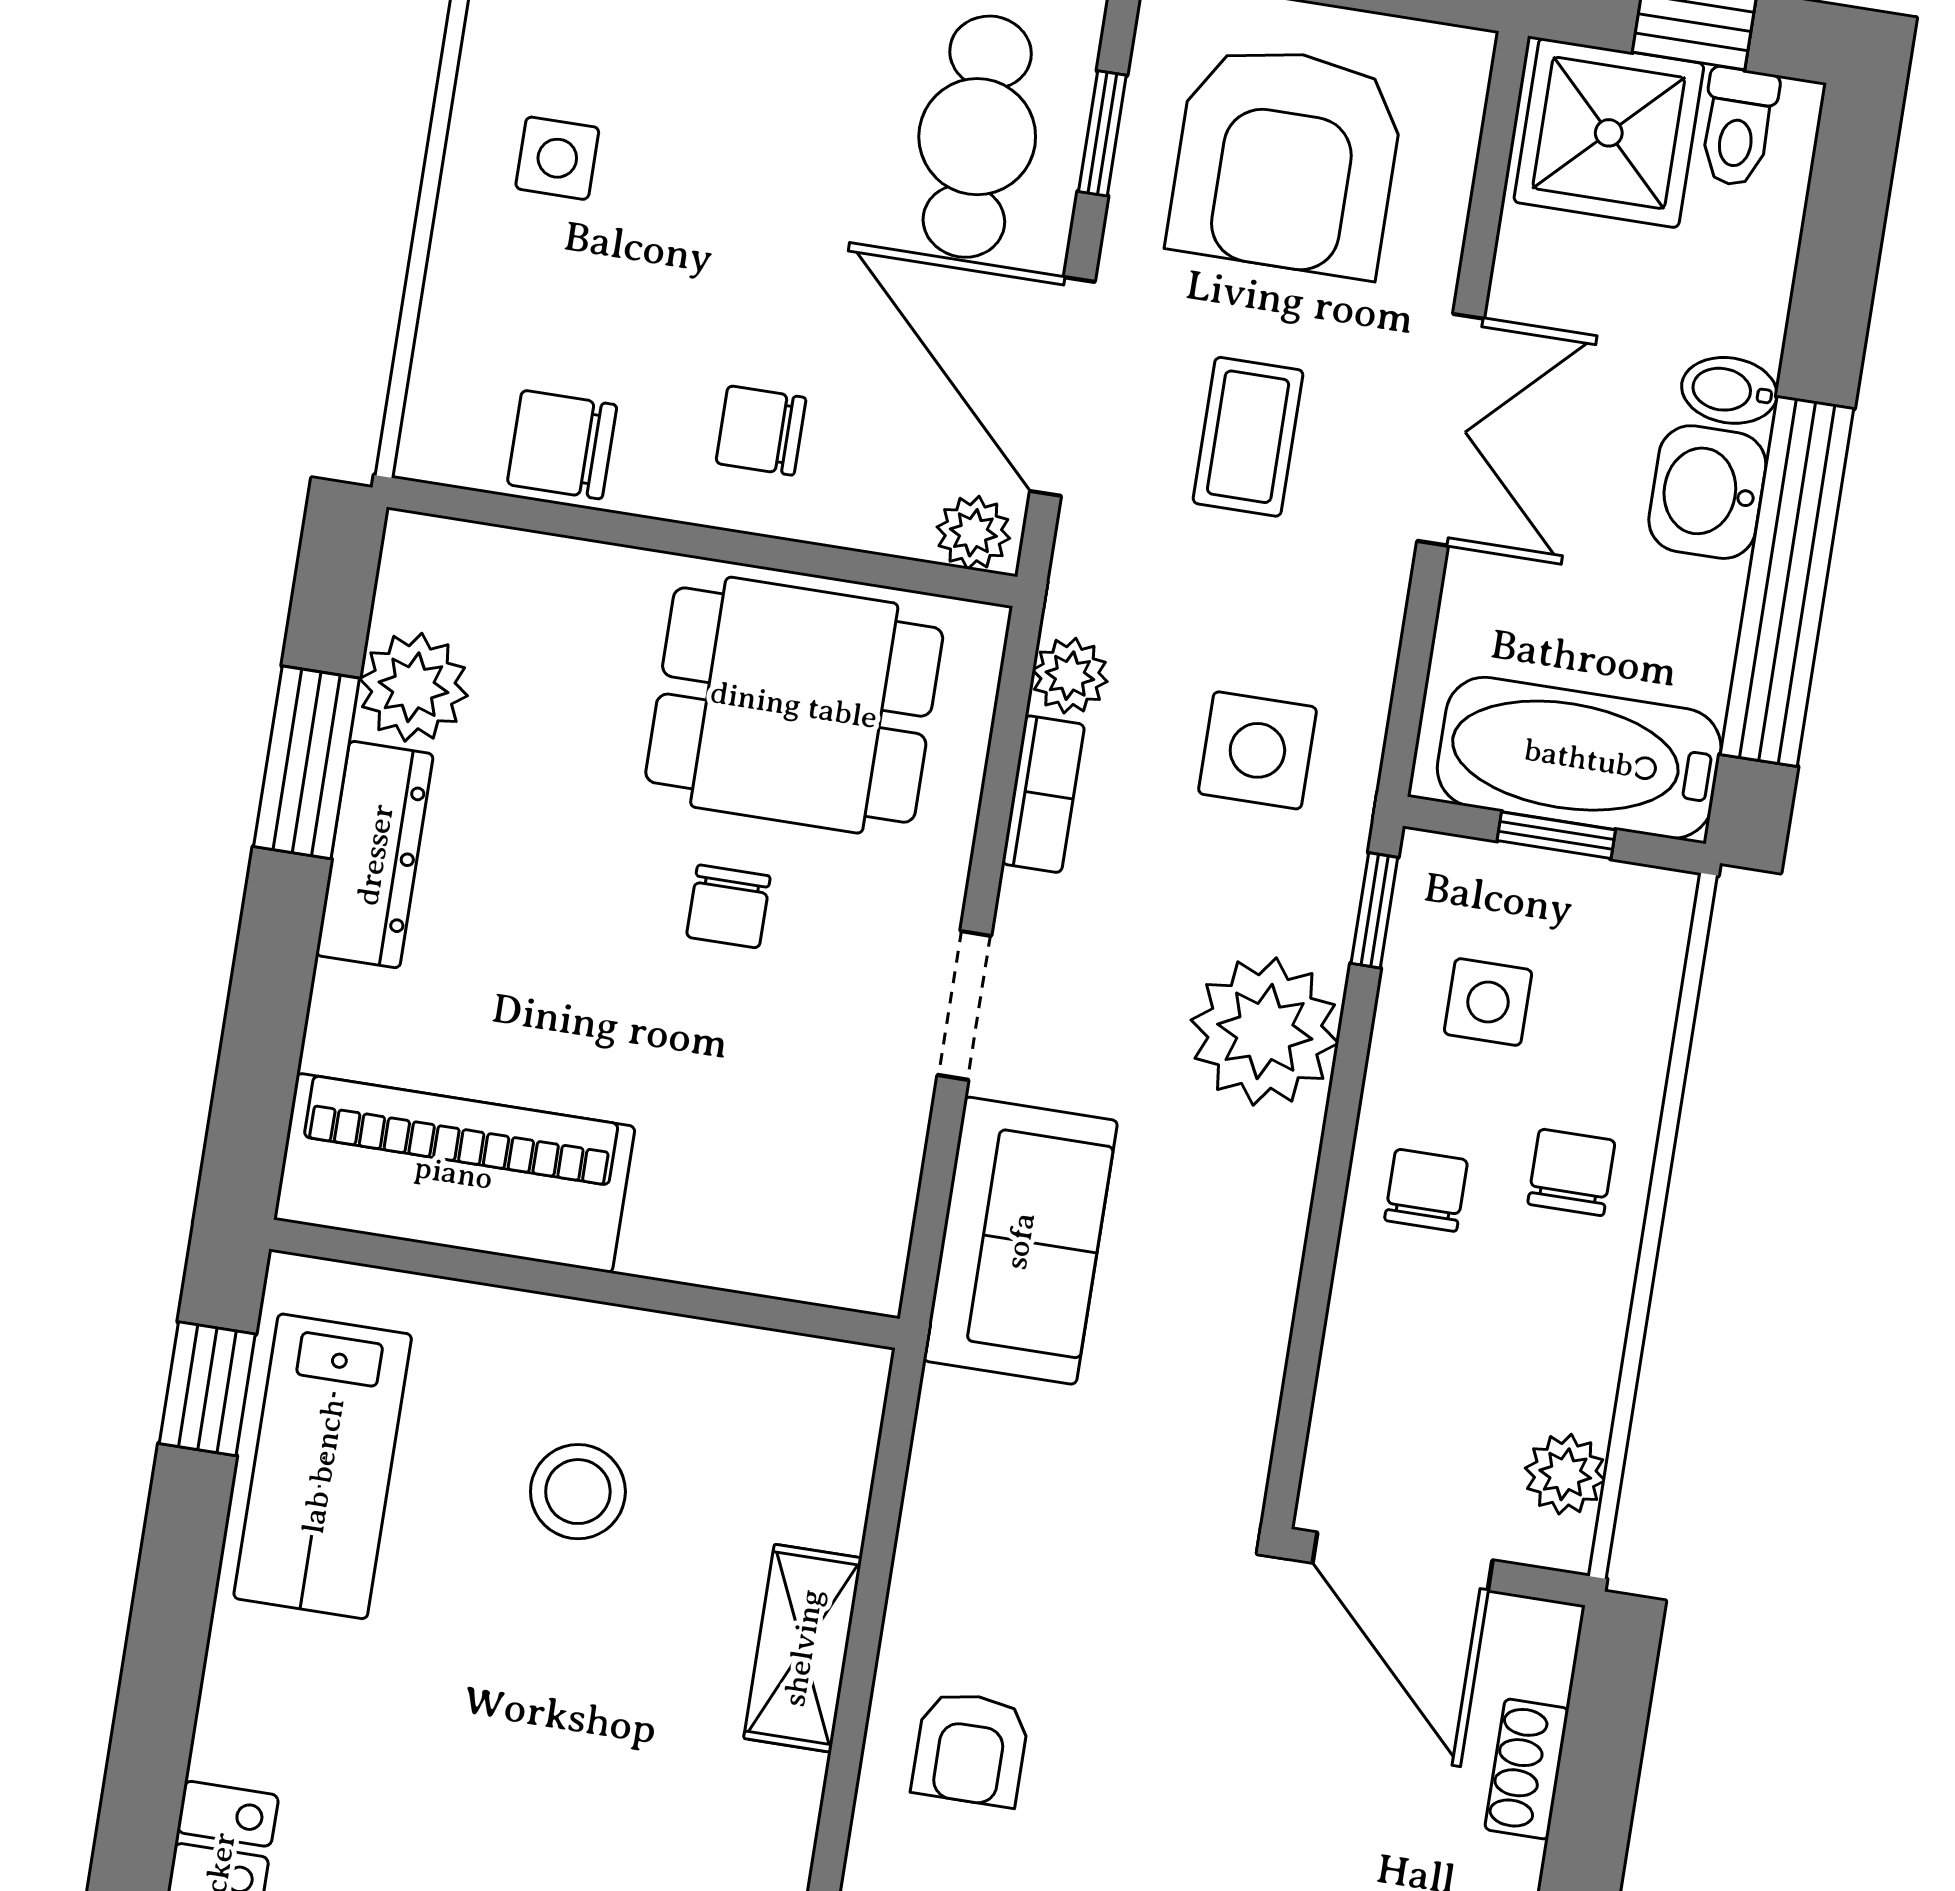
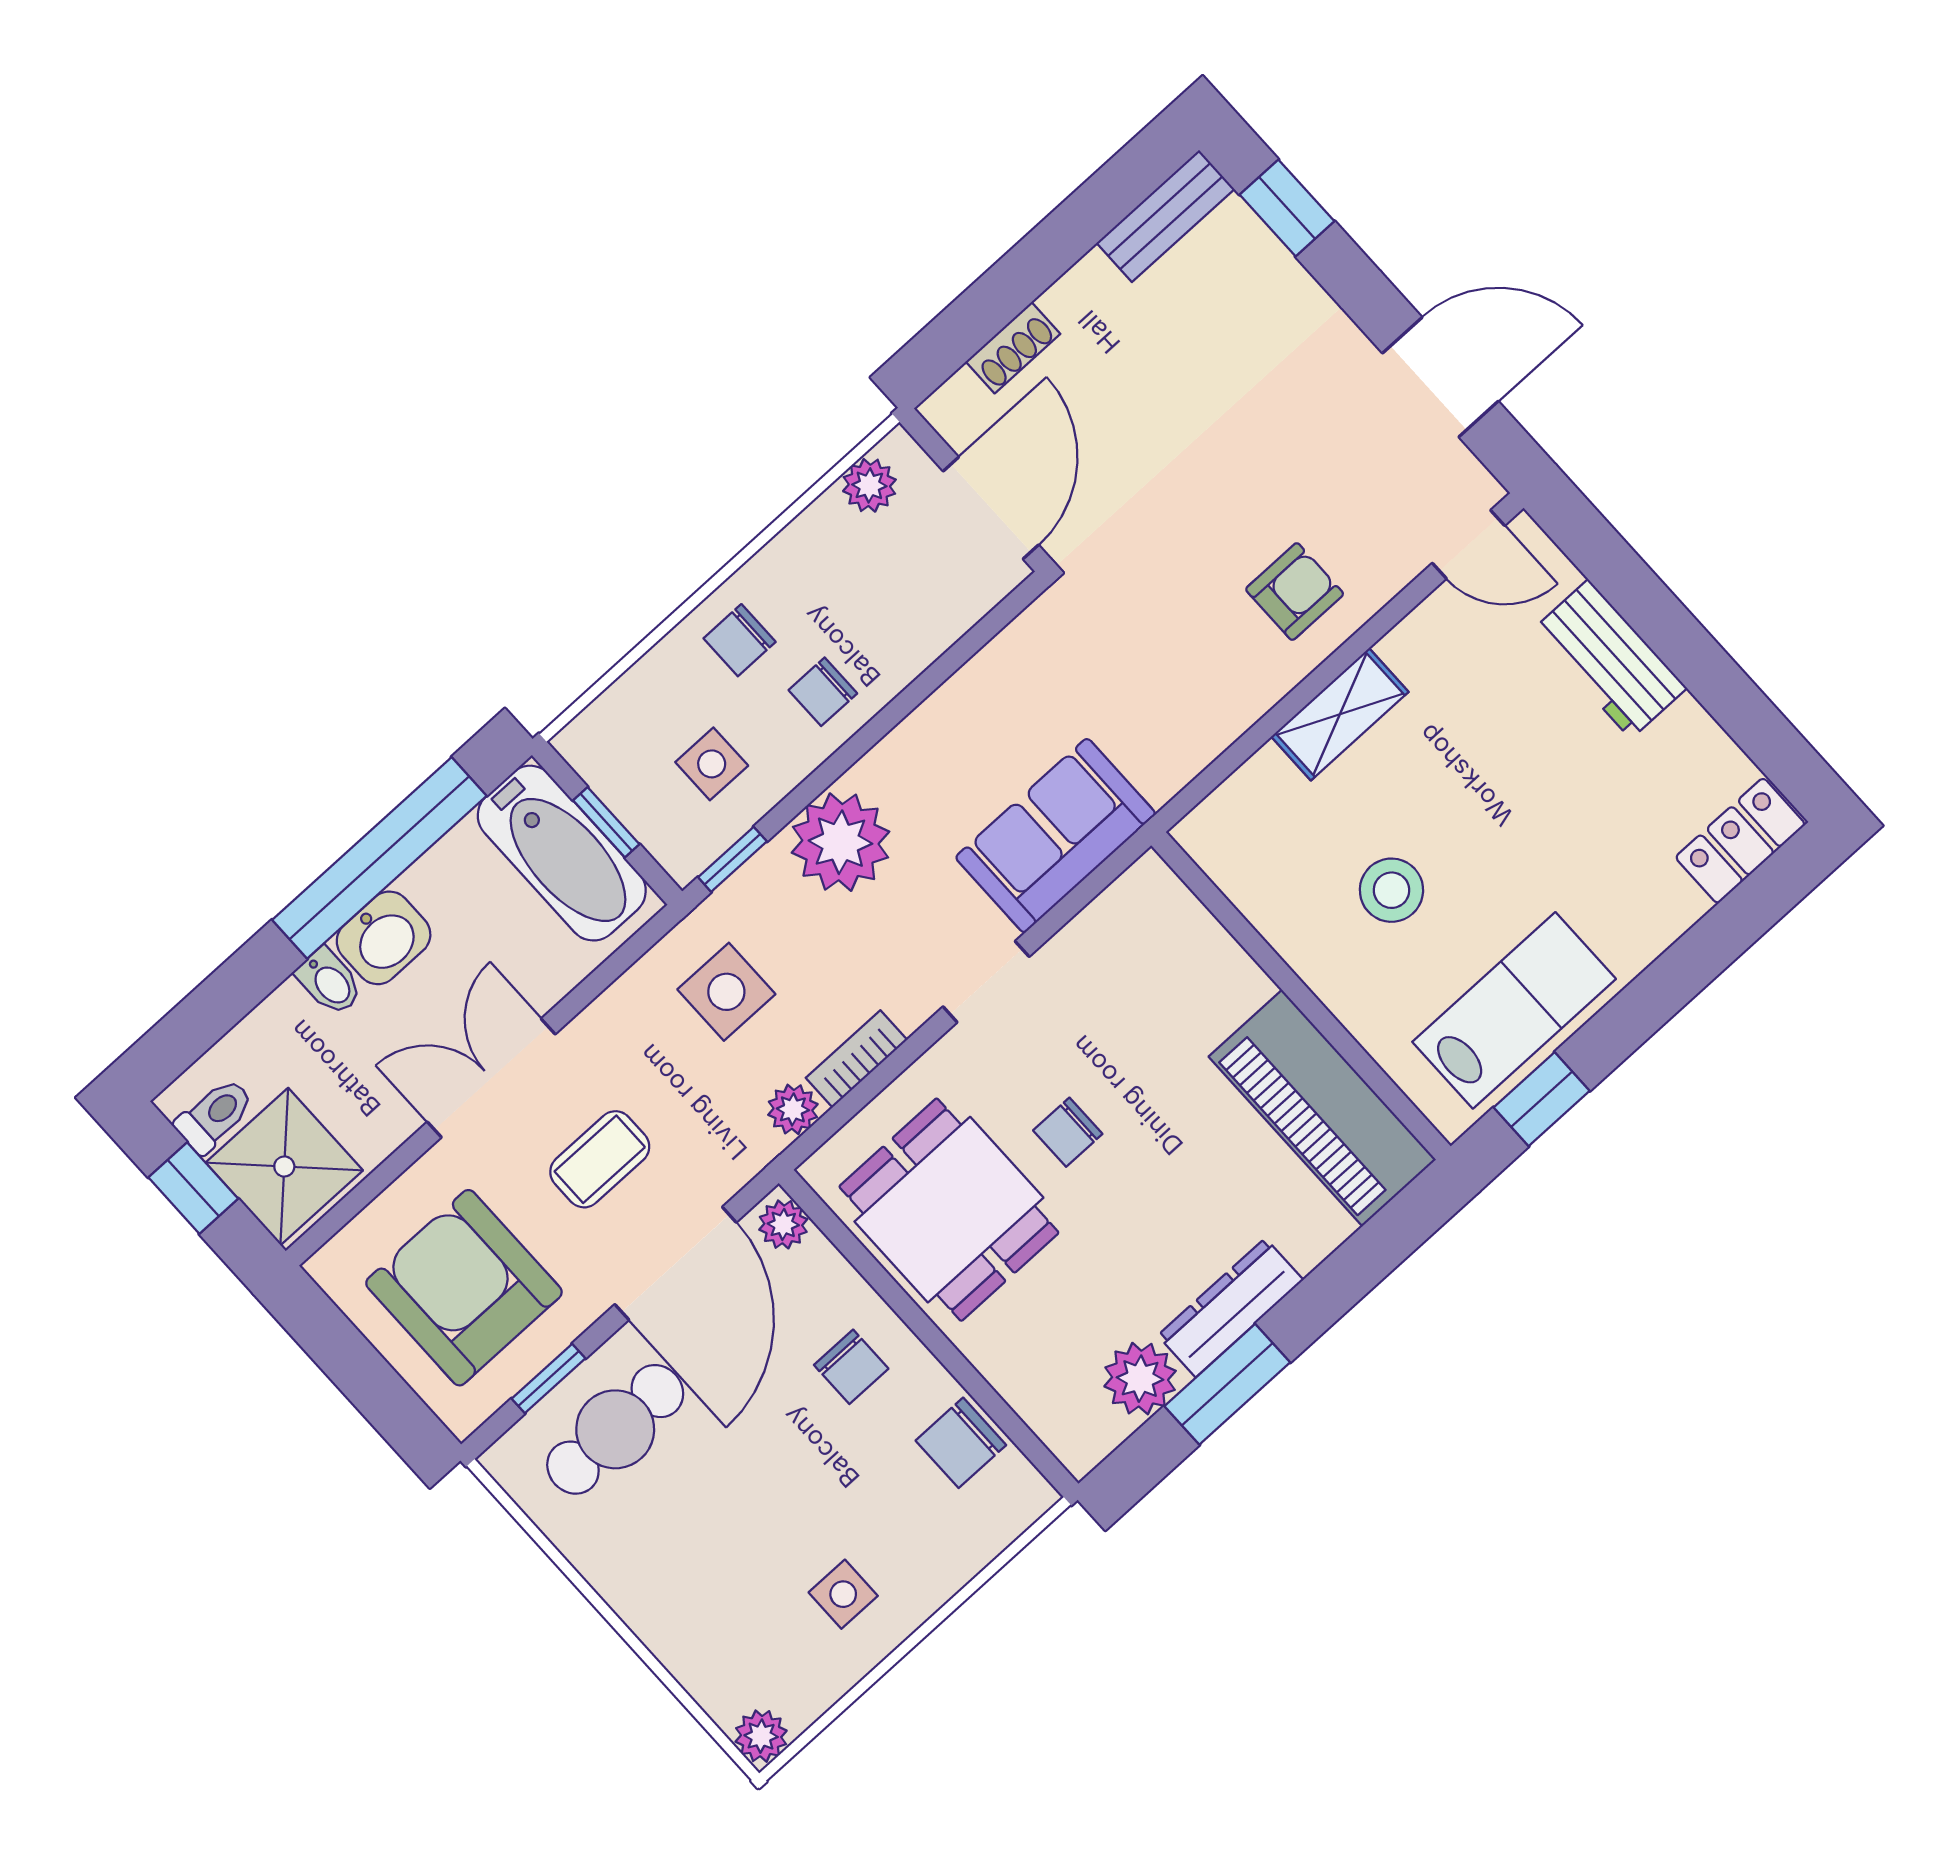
armchair: (1286, 160) -> (464, 1288), turned -90
chair: (562, 445) -> (961, 1443), turned 90
chair: (728, 907) -> (1068, 1132), turned 180

